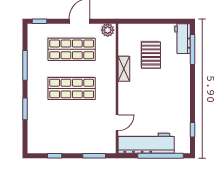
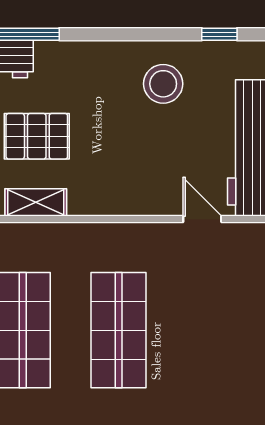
shelving: (124, 69) -> (36, 202), moved
stool: (172, 107) -> (163, 84), added

